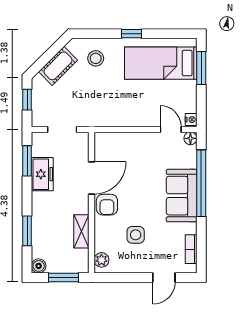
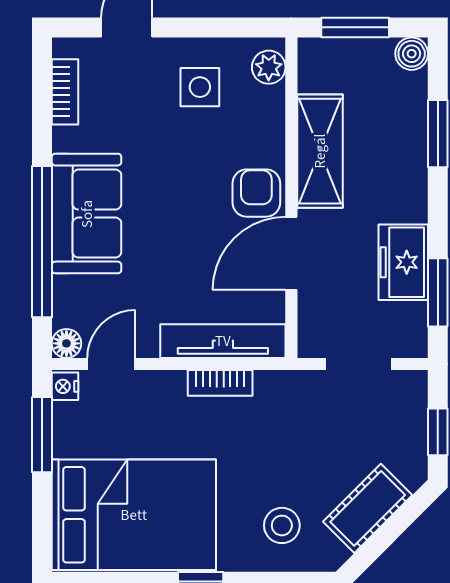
bed: (161, 63) -> (134, 515), width x1.50
window: (201, 68) -> (42, 435), moved
bookcase: (123, 121) -> (220, 383), added
door: (171, 129) -> (111, 364), swing flipped
tv unit: (122, 139) -> (223, 341), added
shelving: (81, 231) -> (320, 151), width x1.50, depth x1.33
side table: (136, 235) -> (200, 87), moved

